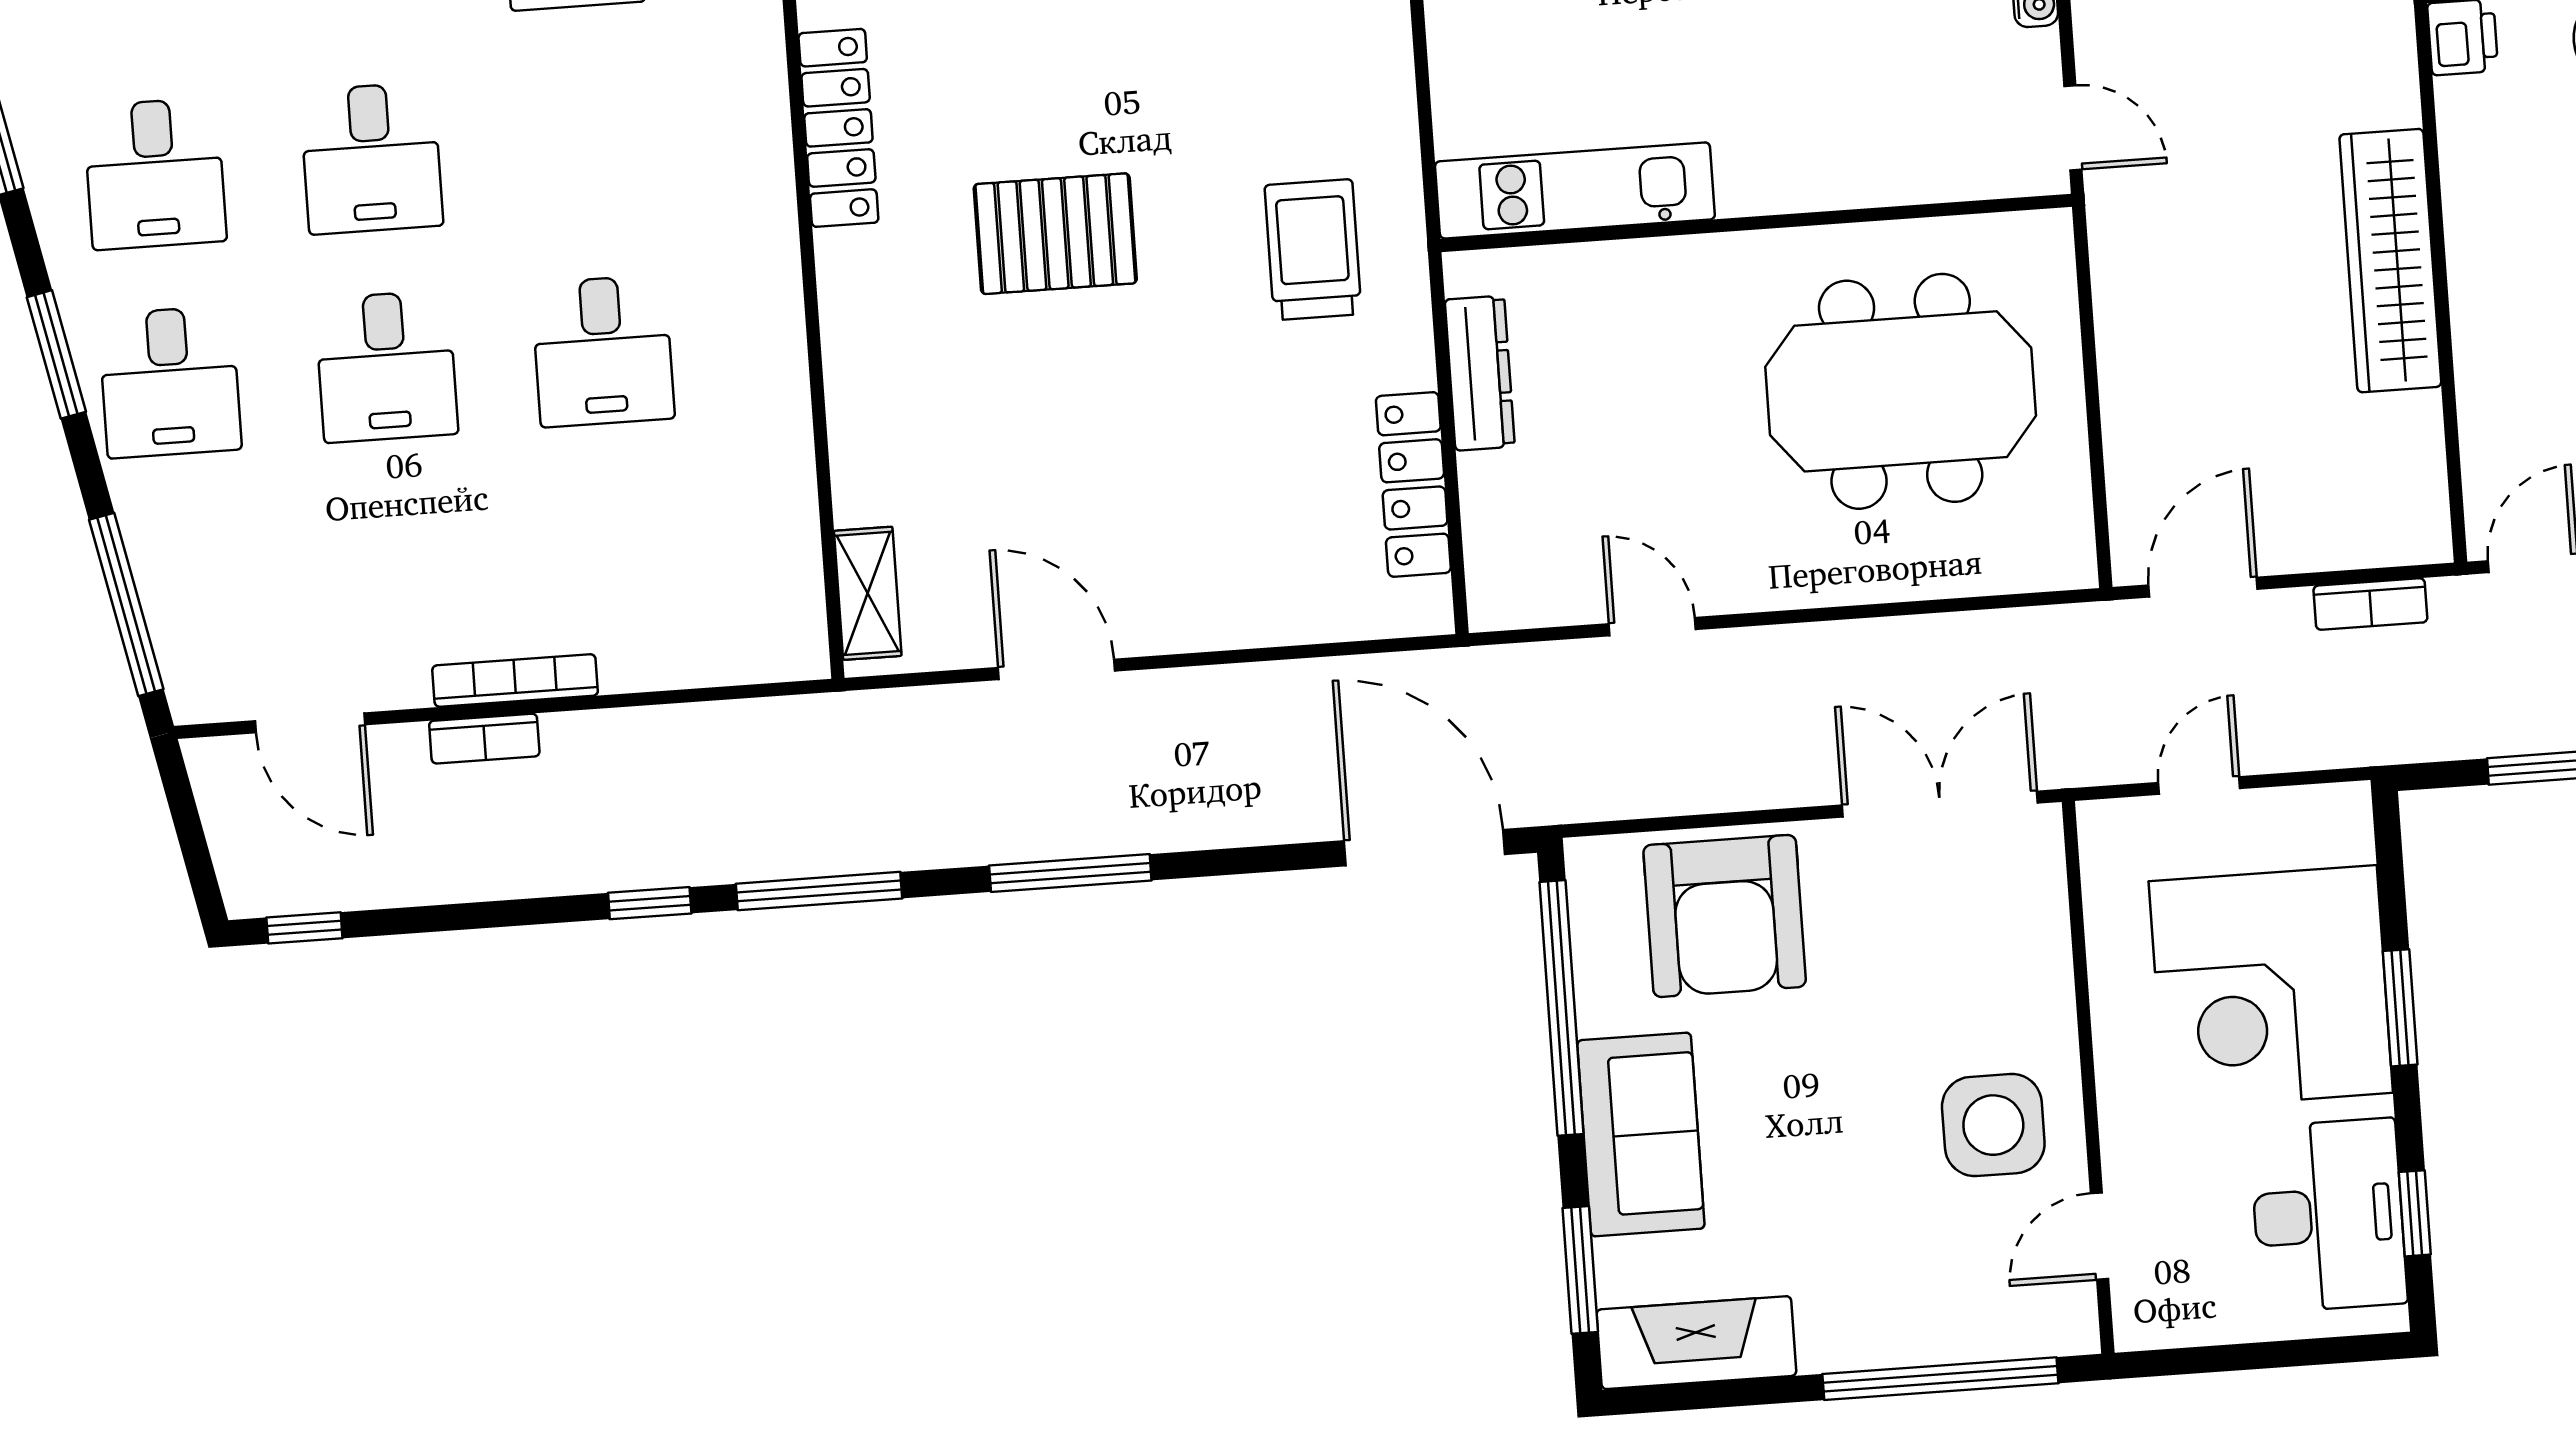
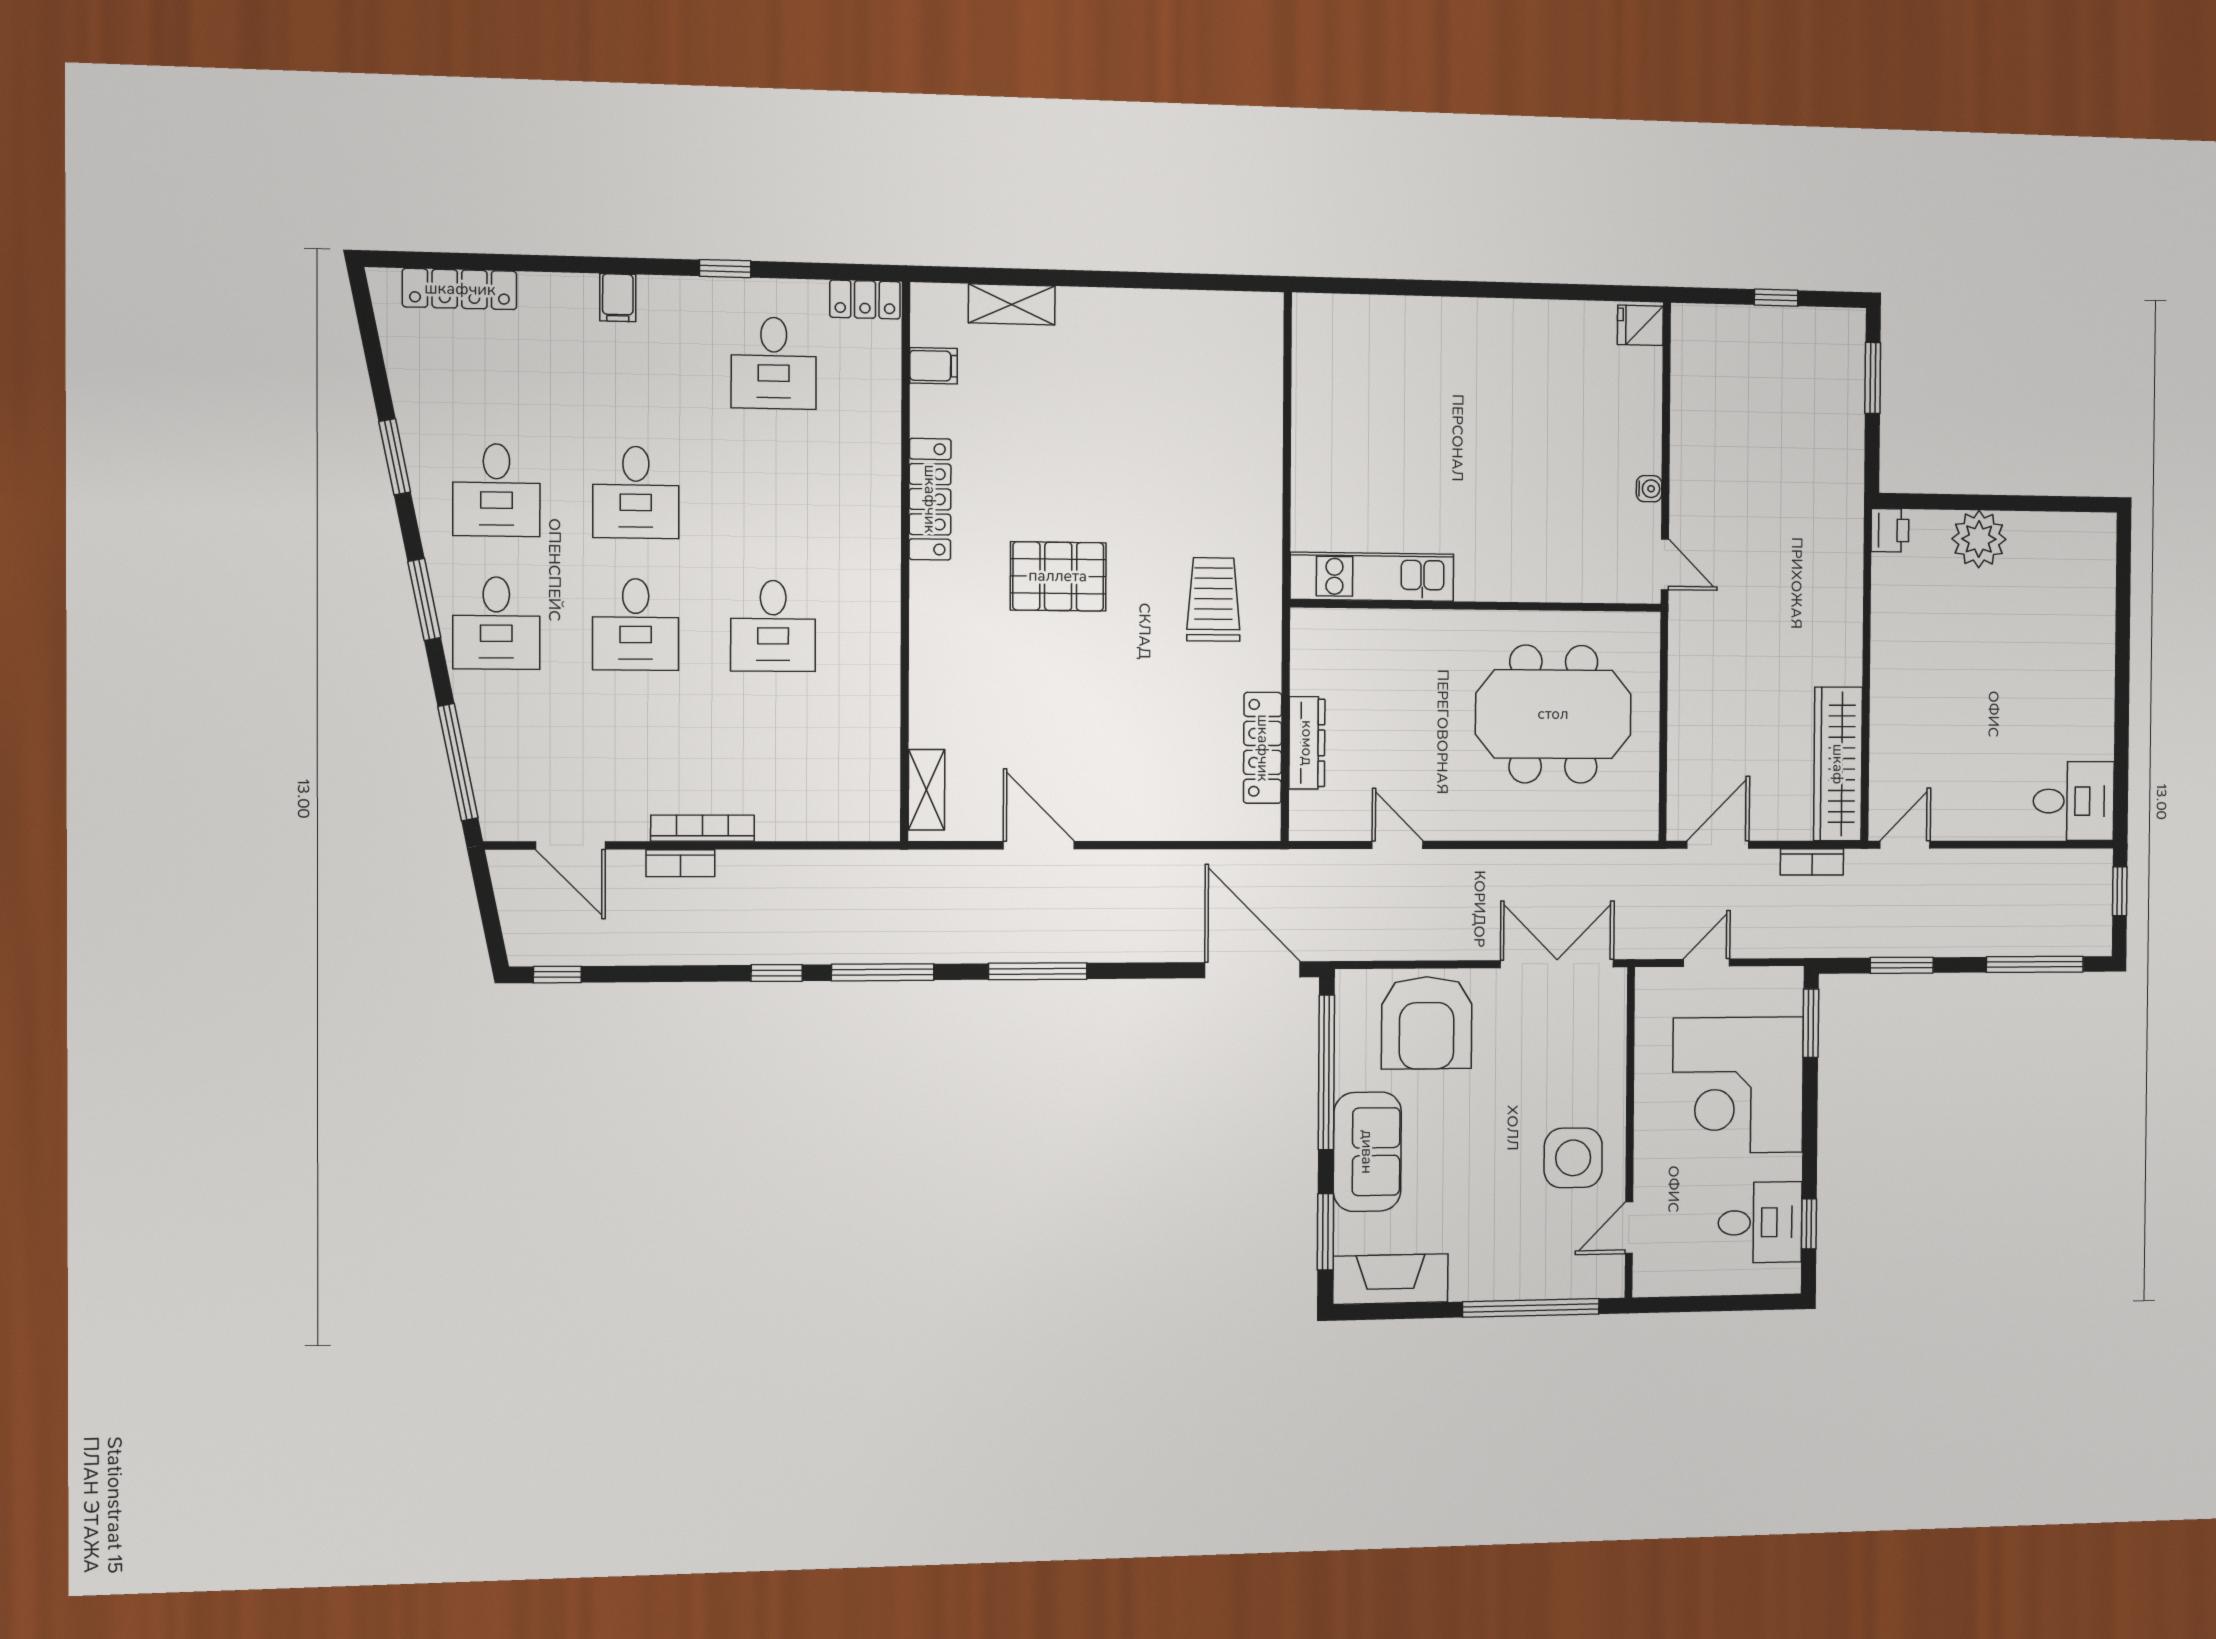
wardrobe: (2390, 261) -> (1838, 764), moved
dresser: (1480, 373) -> (1307, 743), moved
window: (2400, 1008) -> (1811, 1023), moved
desk: (2328, 1215) -> (1760, 1222), width x0.73

